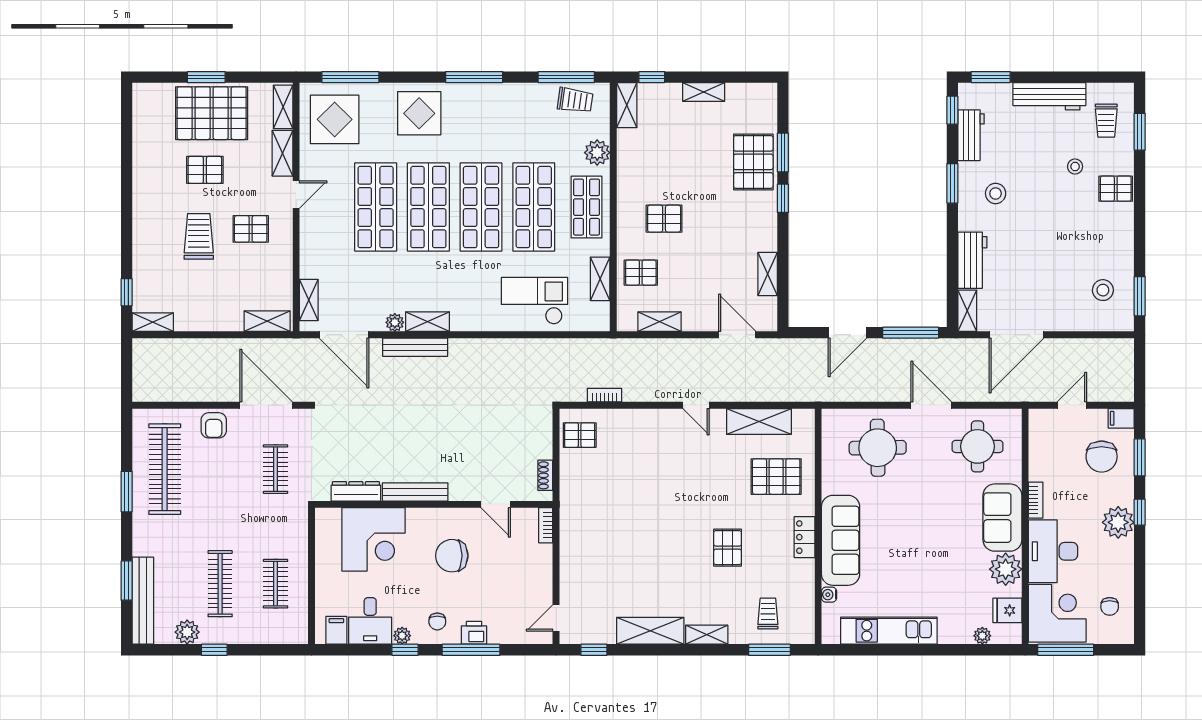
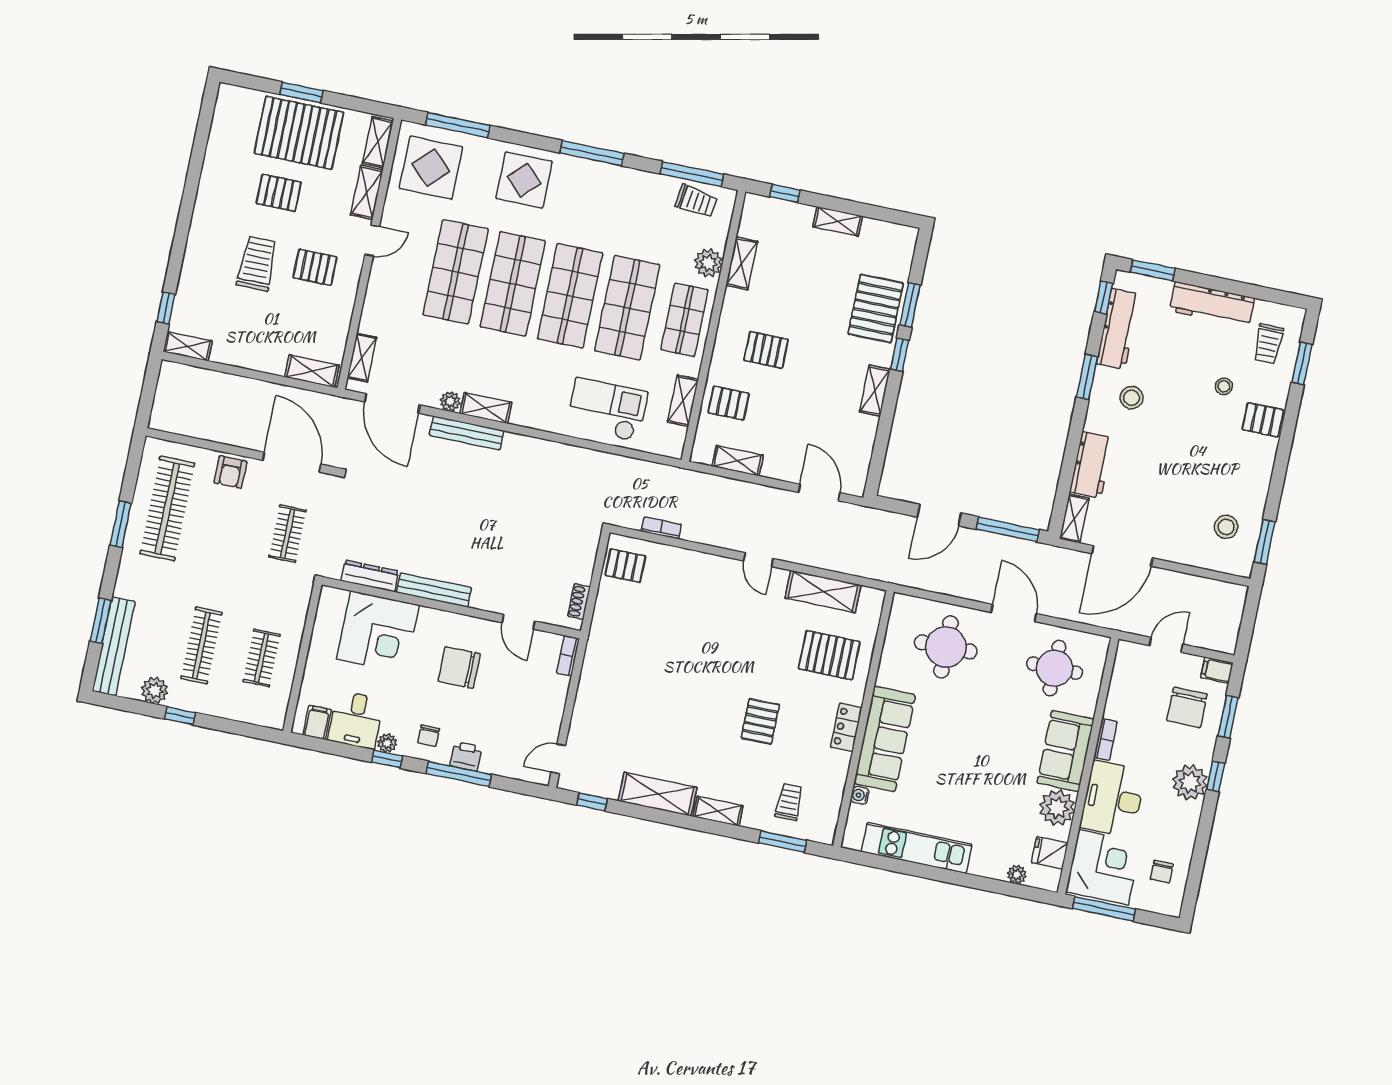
shelving: (627, 105) -> (742, 263), moved
workbench: (971, 135) -> (1118, 329), width x1.38
shelving: (768, 274) -> (875, 391), moved

